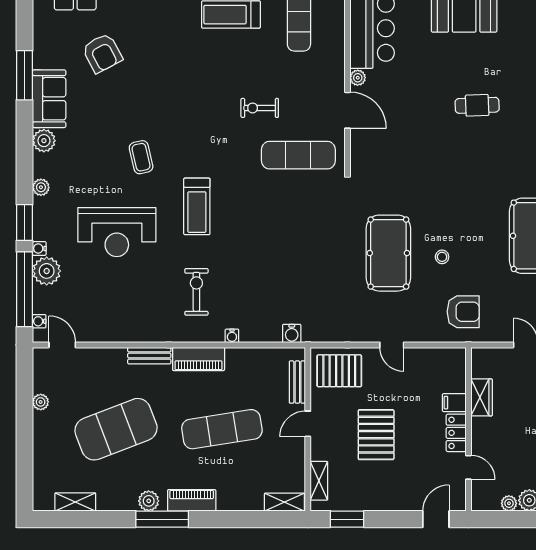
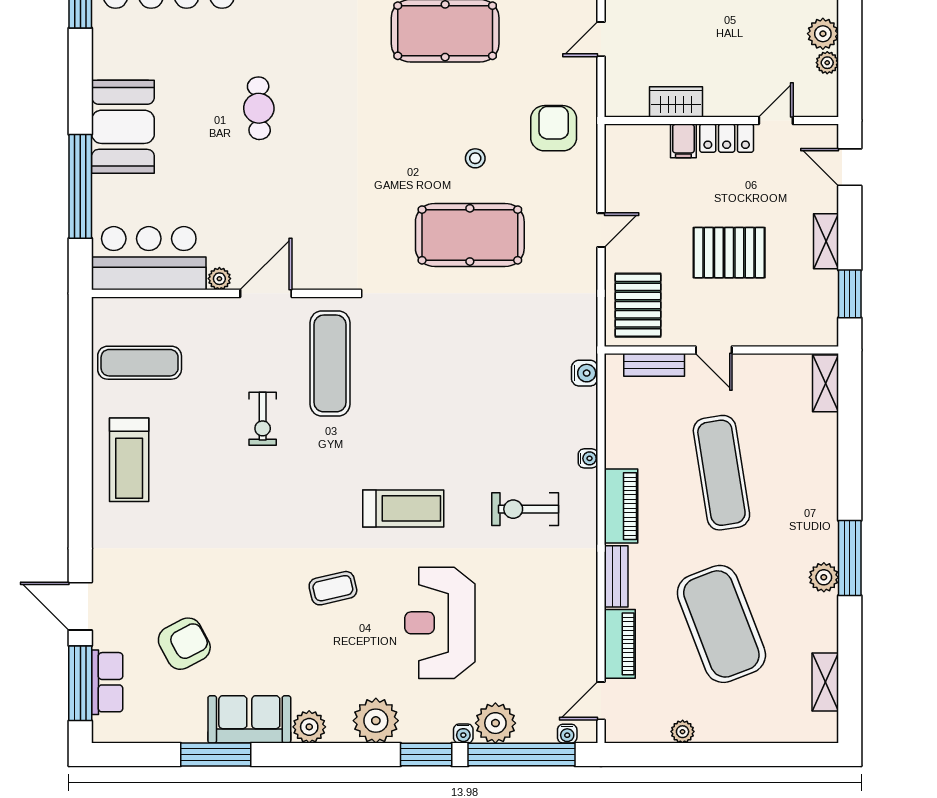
plant: (41, 187) -> (376, 721), width x1.88, depth x1.88
reception desk: (117, 232) -> (440, 623), turned 180
shelving: (319, 481) -> (826, 241), moved, turned 90
piano: (192, 500) -> (620, 644), moved, turned 180

